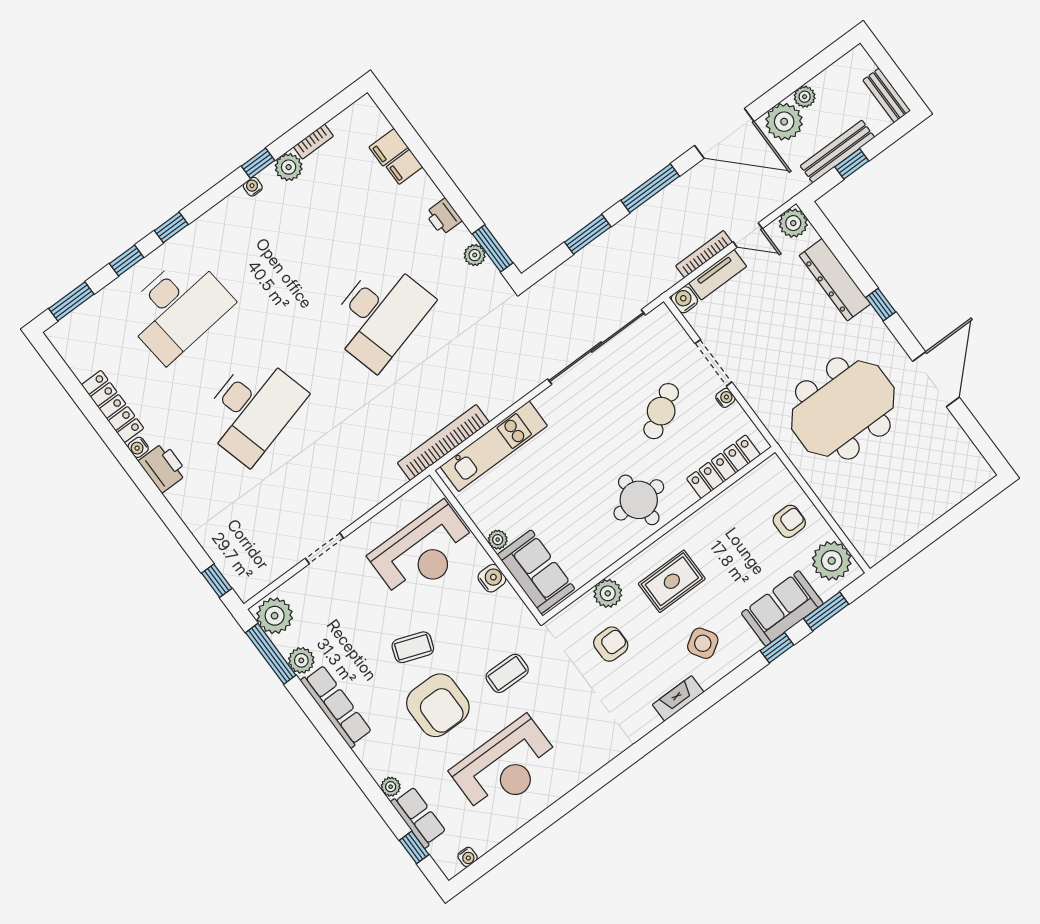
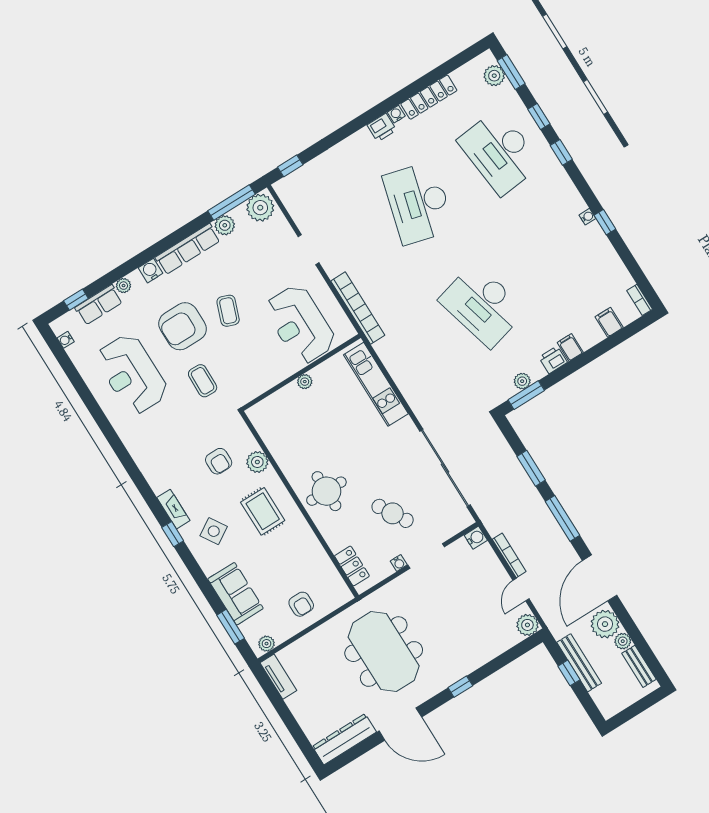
bench: (887, 95) -> (639, 666), moved, turned 90
bookcase: (313, 141) -> (640, 300), moved
plant: (289, 167) -> (494, 76), moved
filing cabinet: (404, 167) -> (570, 347), moved
tv unit: (718, 275) -> (278, 677), moved, turned 180
dresser: (835, 280) -> (344, 739), moved
desk: (252, 409) -> (419, 203), turned 30
bookcase: (443, 443) -> (358, 308), moved
printer: (163, 467) -> (382, 128), width x0.73, depth x0.81
locker: (723, 467) -> (352, 566), width x0.66
plant: (832, 561) -> (266, 644), width x0.53, depth x0.53
sofa: (536, 572) -> (278, 409), removed
water cooler: (492, 578) -> (150, 271), moved, turned 180
window: (777, 648) -> (173, 534), moved

